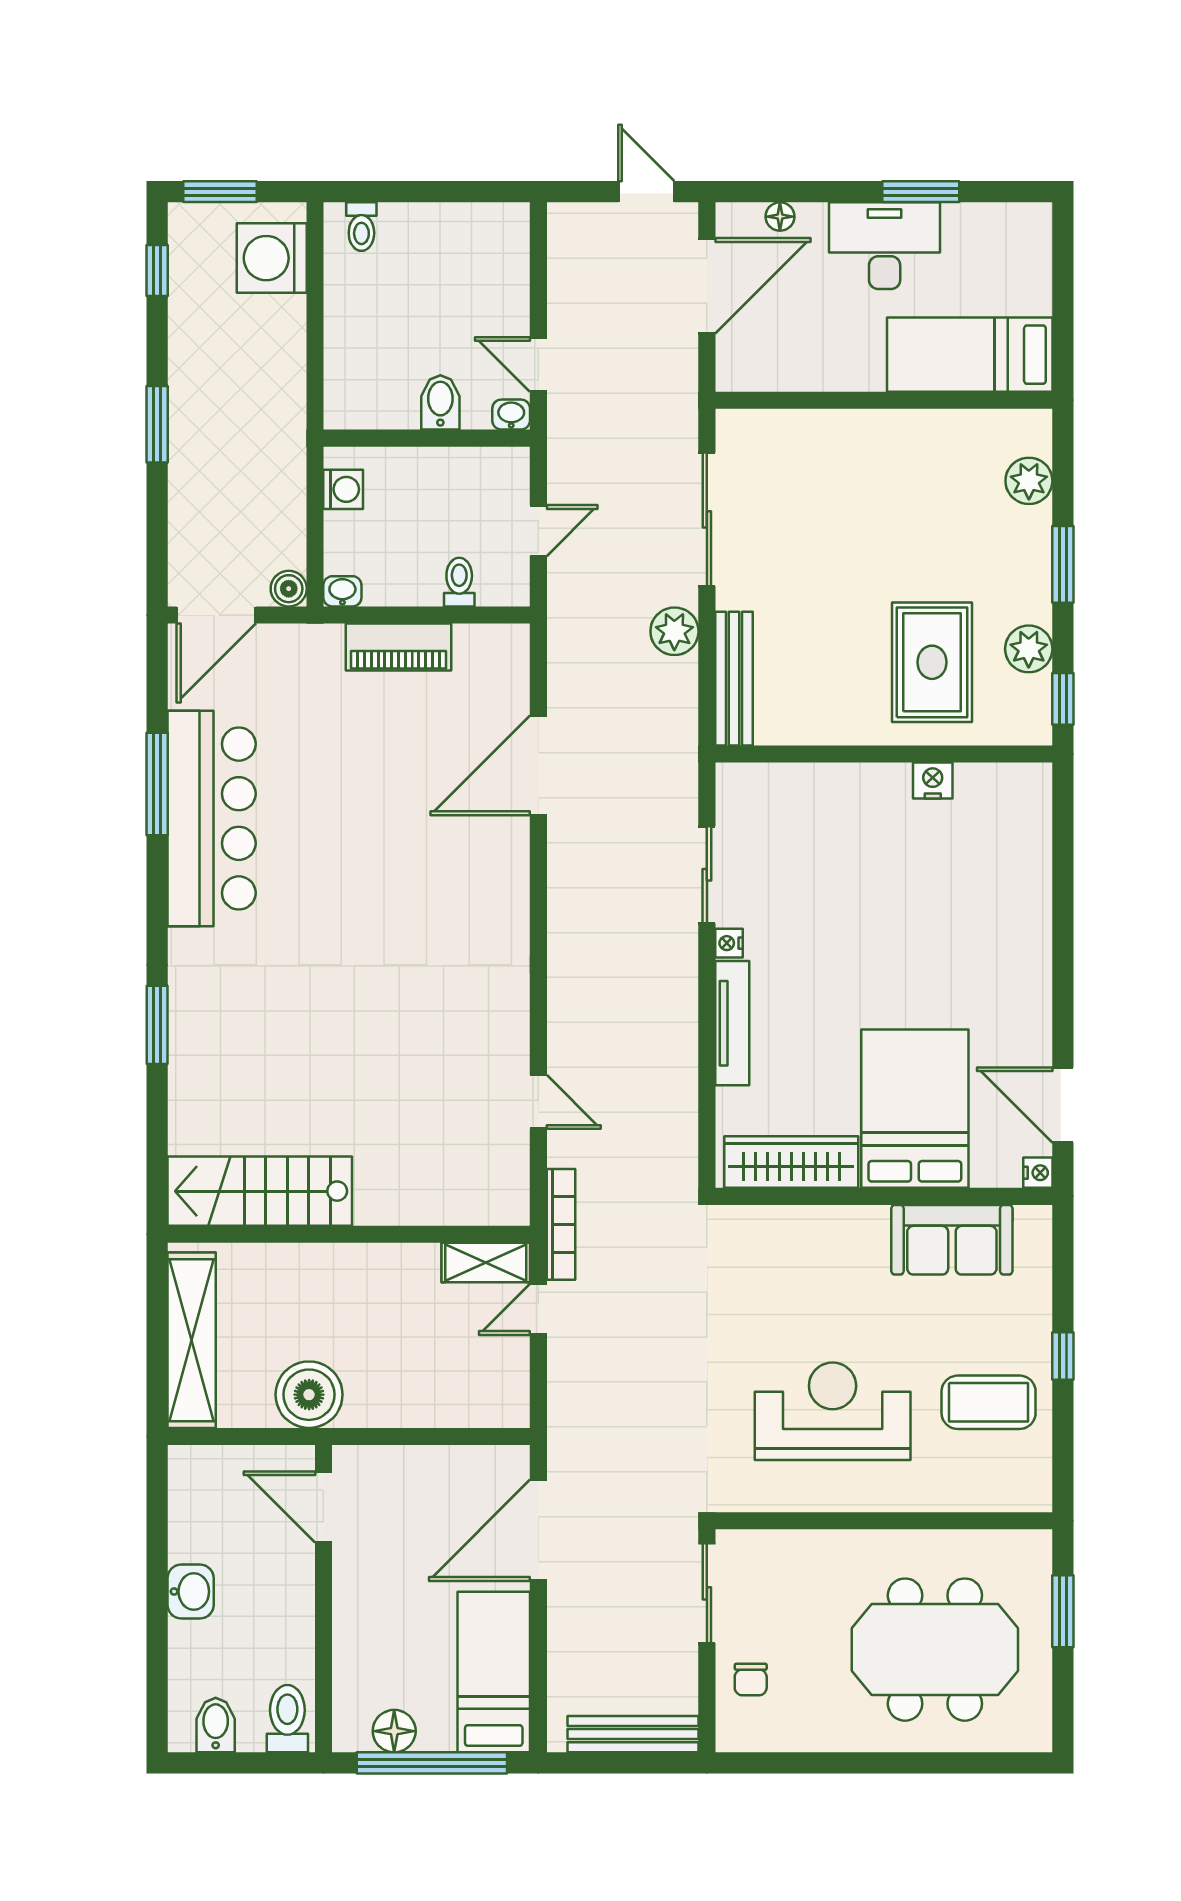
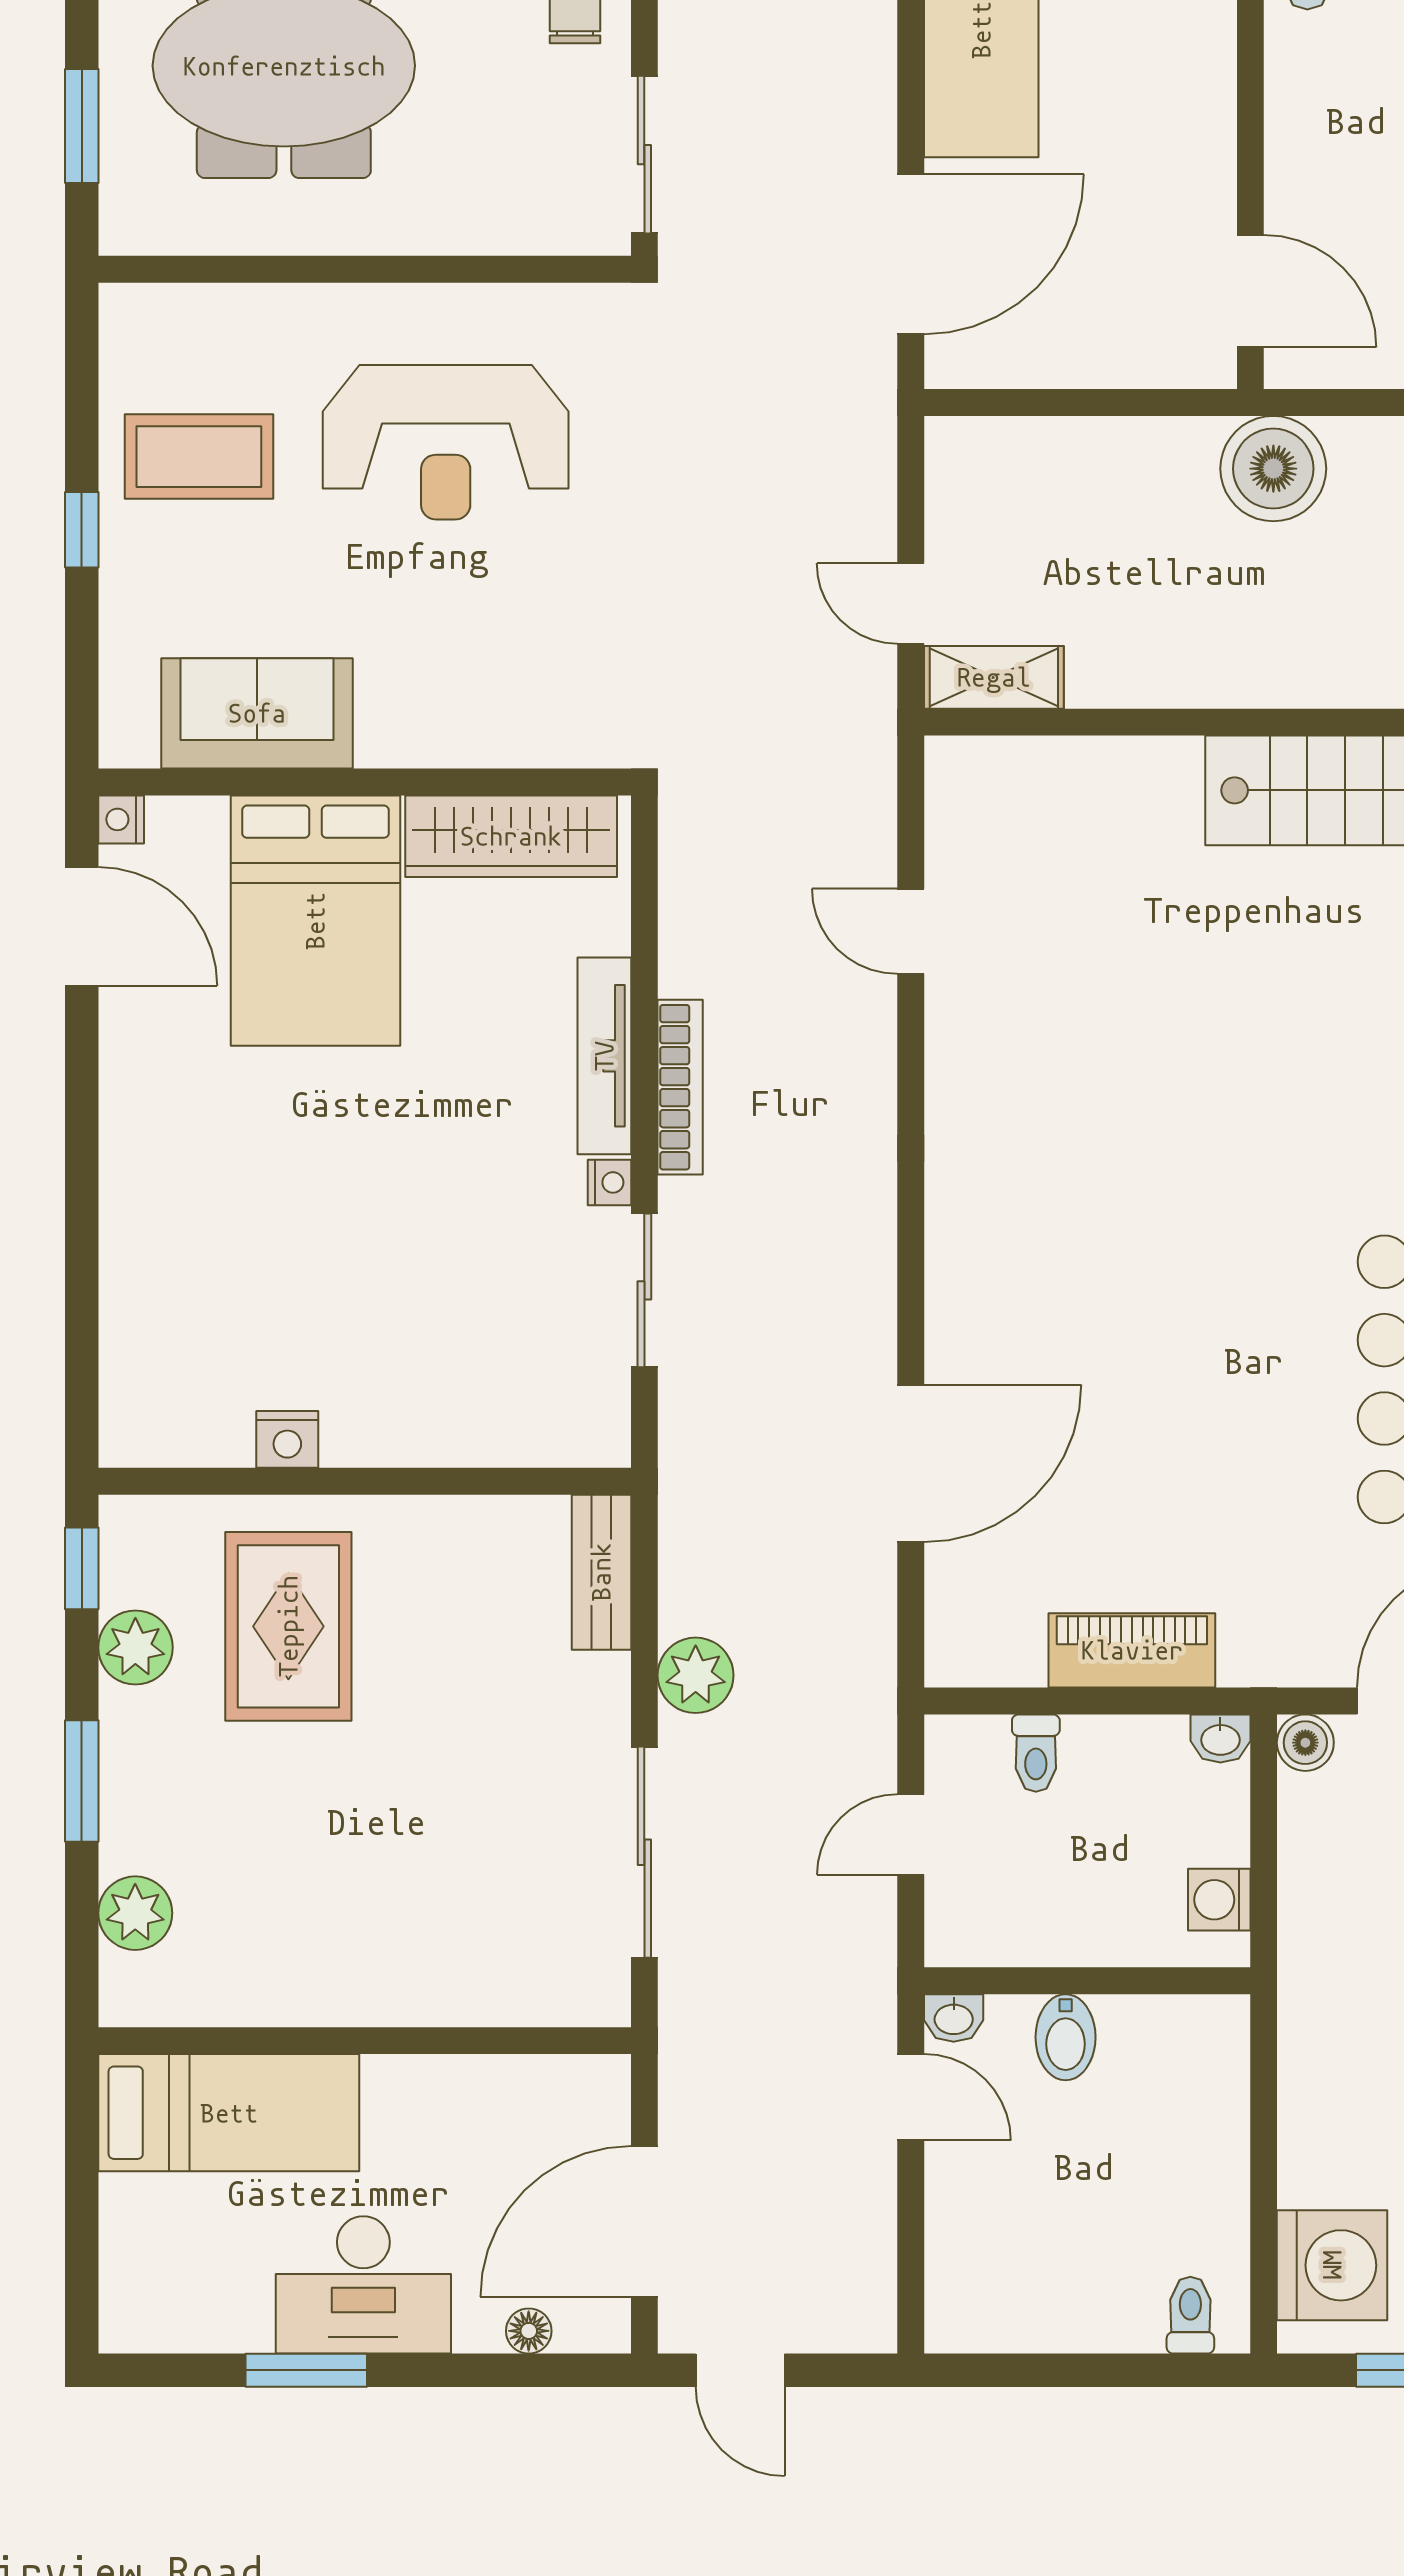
bench: (734, 679) -> (601, 1572), width x0.73
bookcase: (561, 1224) -> (680, 1087), moved, turned 180
door: (538, 1309) -> (911, 603), swing flipped

